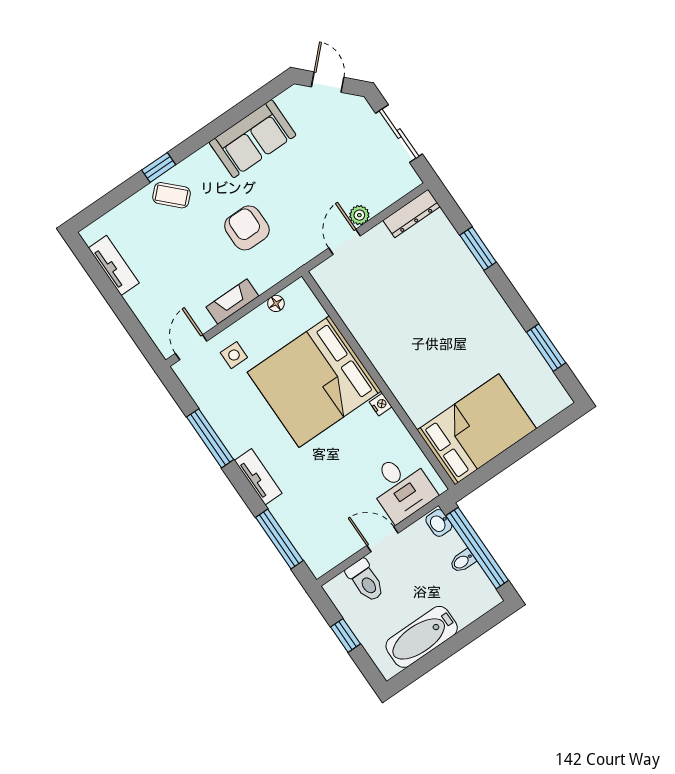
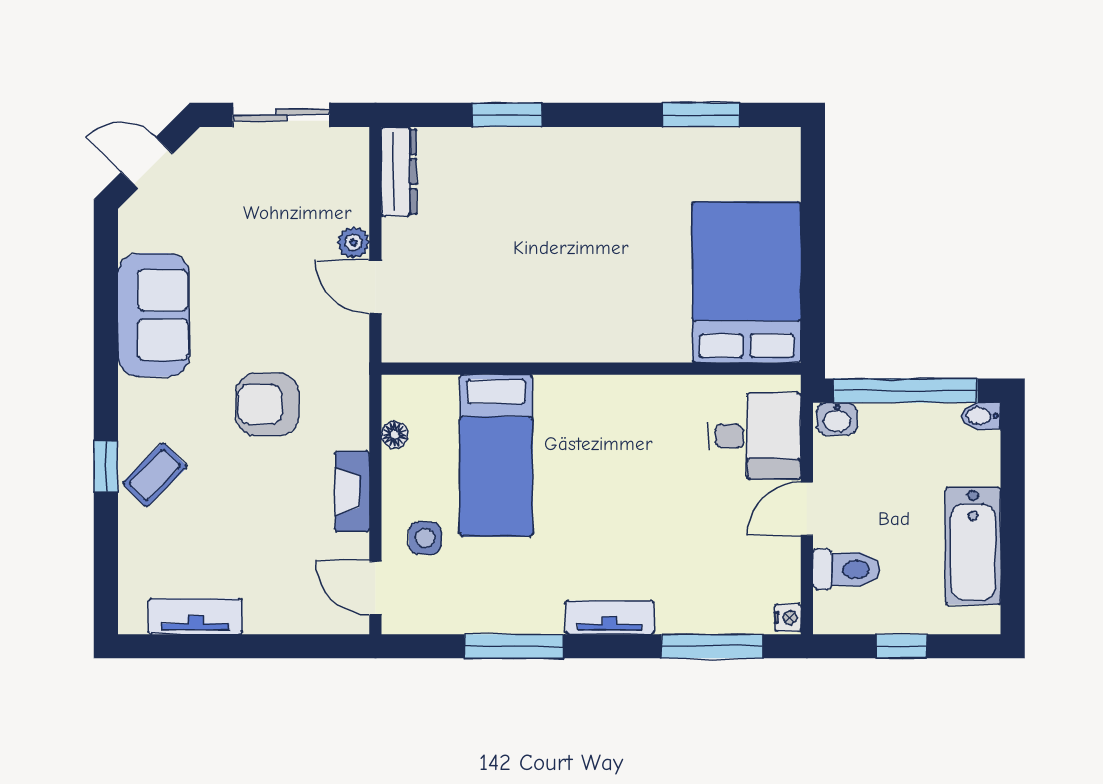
bed: (314, 382) -> (496, 455), width x0.49
nightstand: (381, 404) -> (788, 618), moved, turned 90
bidet: (463, 561) -> (981, 416), moved, turned 90

